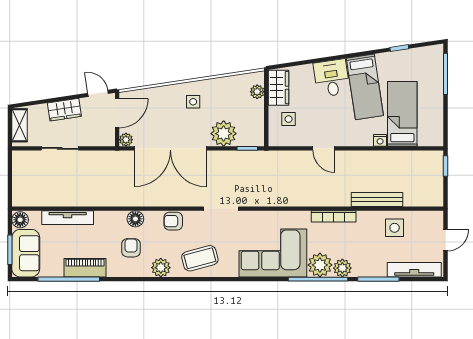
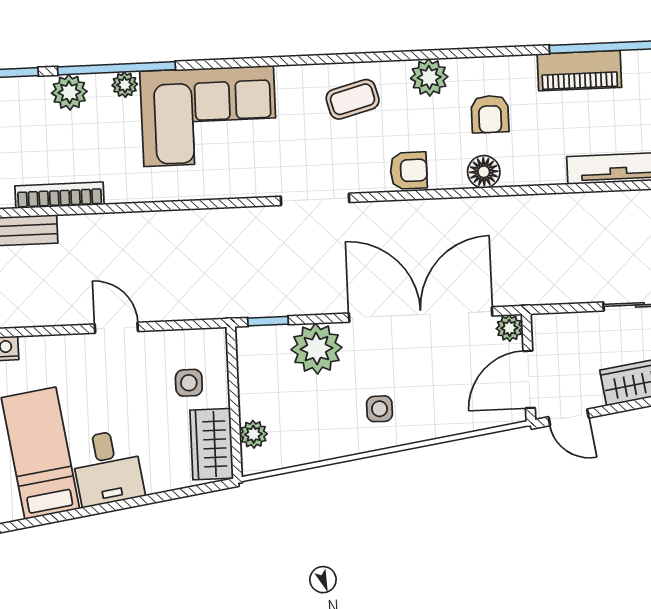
bookcase: (334, 216) -> (59, 195), moved
coffee table: (200, 258) -> (353, 99), width x0.73, depth x0.77
plant: (320, 265) -> (125, 85), width x0.53, depth x0.53

